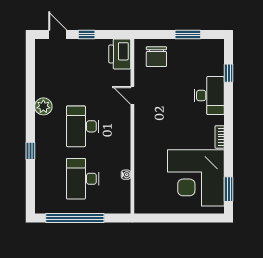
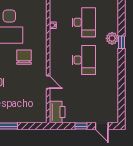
chair: (156, 57) -> (24, 57), moved
plant: (43, 106) -> (112, 38), moved

